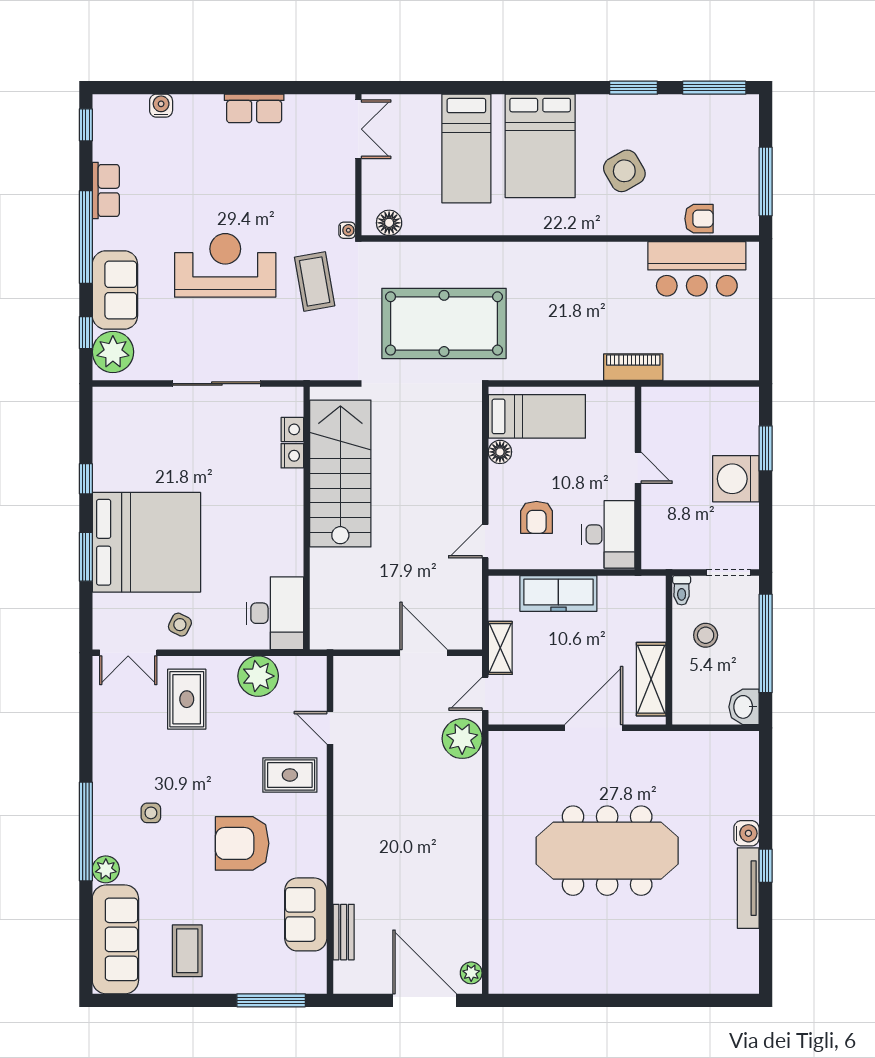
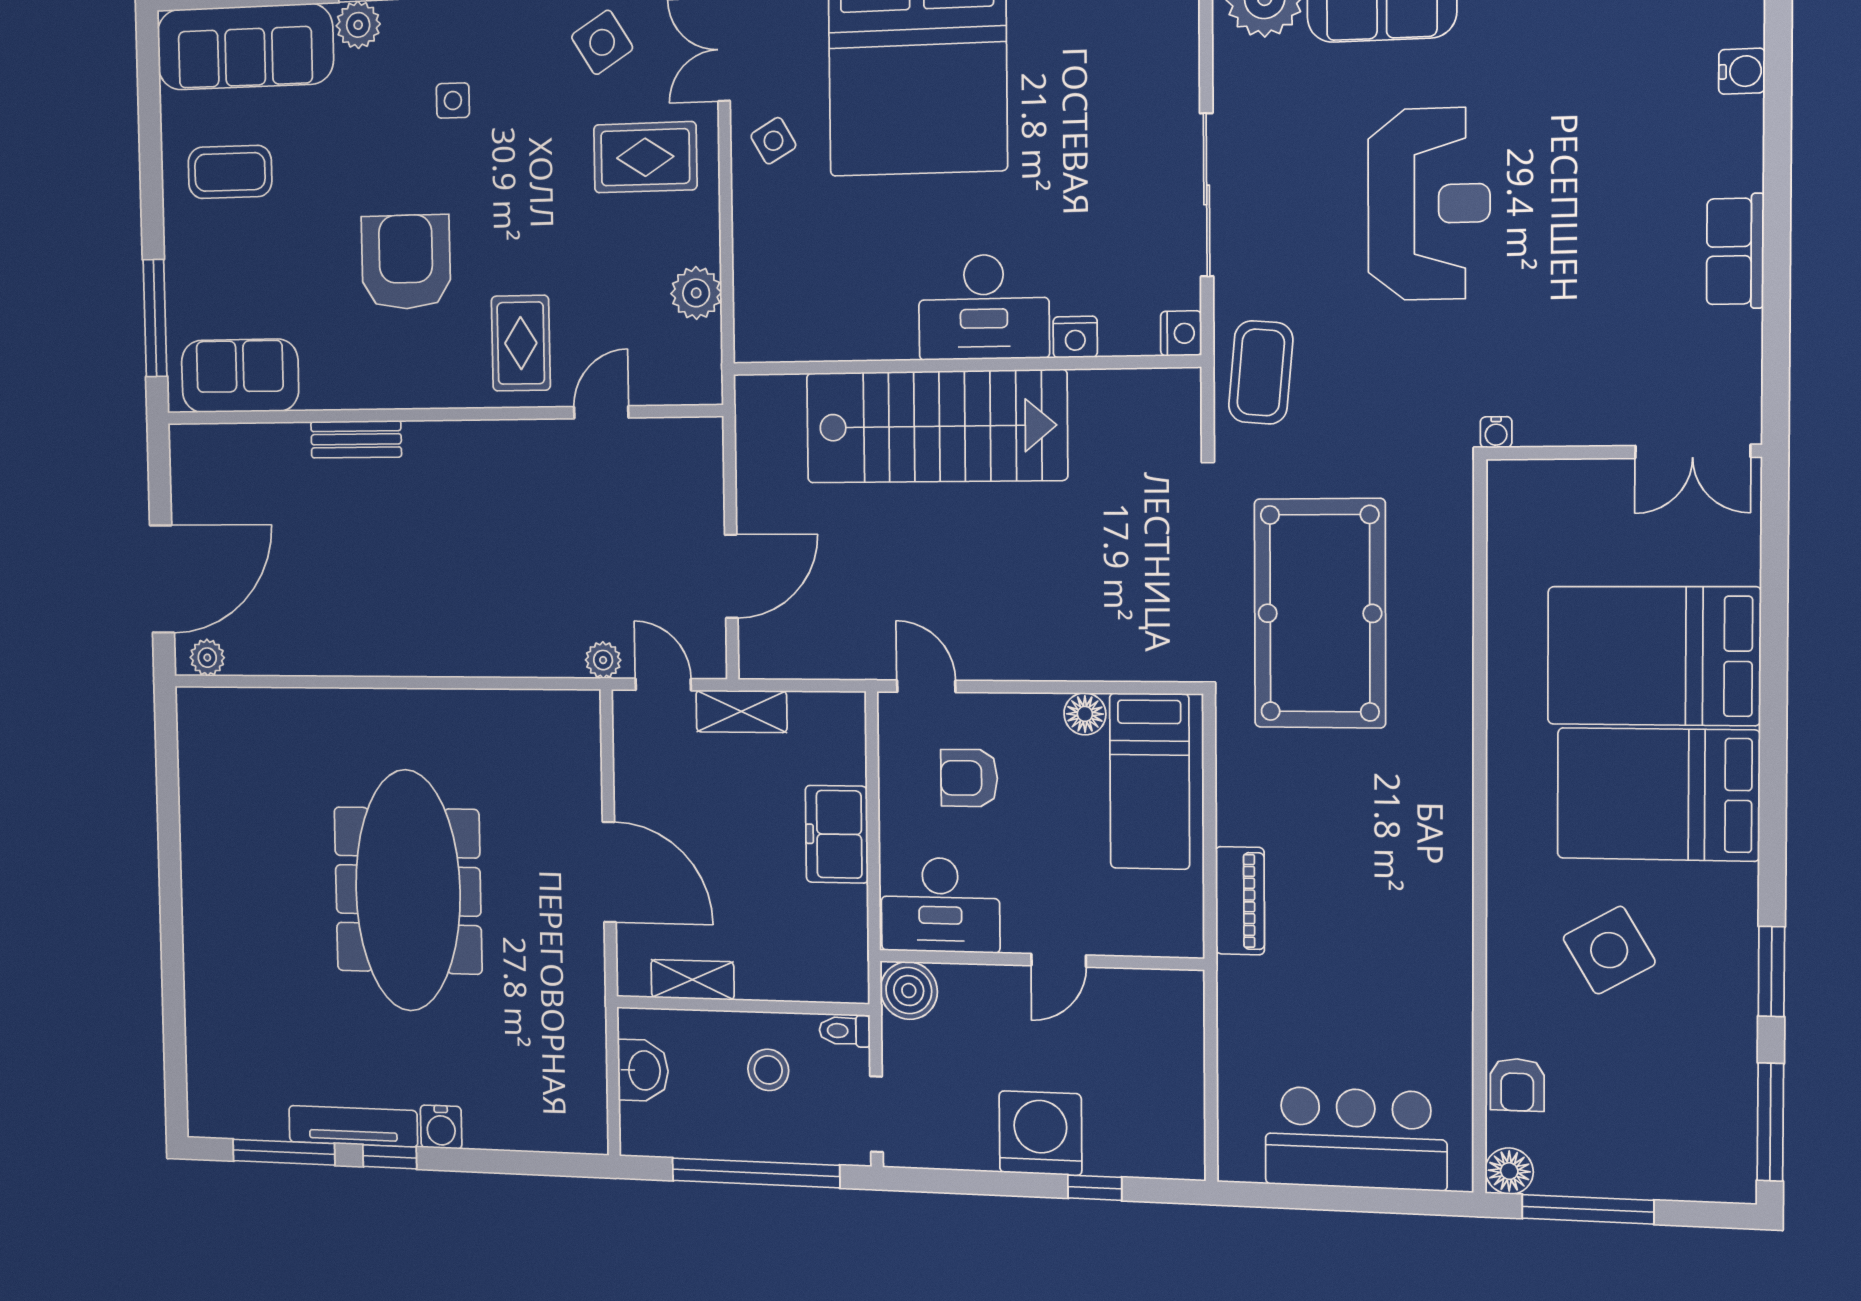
bed: (466, 149) -> (1654, 656), width x1.50
floor lamp: (389, 223) -> (1509, 1171), moved
bar counter: (697, 269) -> (1356, 1138), moved, turned 90
coffee table: (315, 281) -> (1261, 372), moved, turned -75
piano: (633, 367) -> (1240, 901), moved
nightstand: (292, 429) -> (1181, 333), moved, turned -90
window: (766, 448) -> (1095, 1188), width x0.67
stairs: (340, 473) -> (936, 426), moved
boiler: (657, 553) -> (909, 991), added
freezer: (558, 593) -> (837, 834), width x0.71
desk: (275, 613) -> (984, 307), moved
side table: (180, 625) -> (773, 141), turned 34
plant: (258, 676) -> (696, 293), width x0.73, depth x0.73
shelving: (651, 679) -> (692, 980), width x0.67, depth x0.75
washbasin: (744, 707) -> (643, 1070), moved, turned 90
side table: (122, 723) -> (602, 42), added
plant: (462, 739) -> (603, 660), width x0.53, depth x0.53
sofa: (306, 914) -> (240, 376), moved
bench: (344, 932) -> (356, 439), moved
window: (766, 932) -> (284, 1152), added

